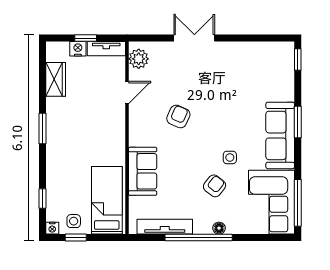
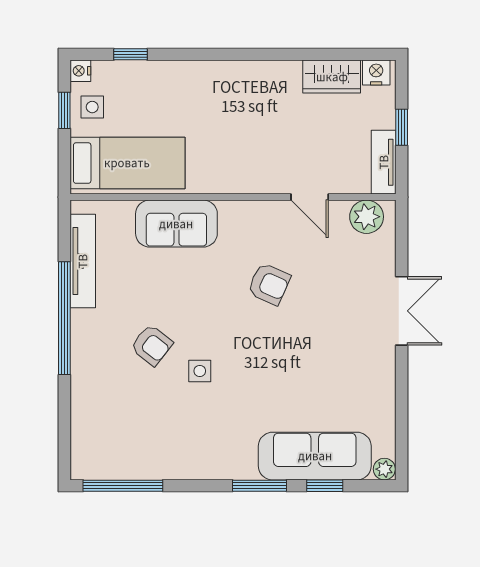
plant: (288, 48) -> (384, 469), added
nightstand: (78, 49) -> (376, 72), moved, turned -90
window: (298, 60) -> (325, 486), moved
window: (42, 129) -> (249, 54), removed
sofa: (280, 135) -> (315, 456), moved
corner sofa: (272, 202) -> (124, 441), removed
floor lamp: (219, 228) -> (80, 353), removed

